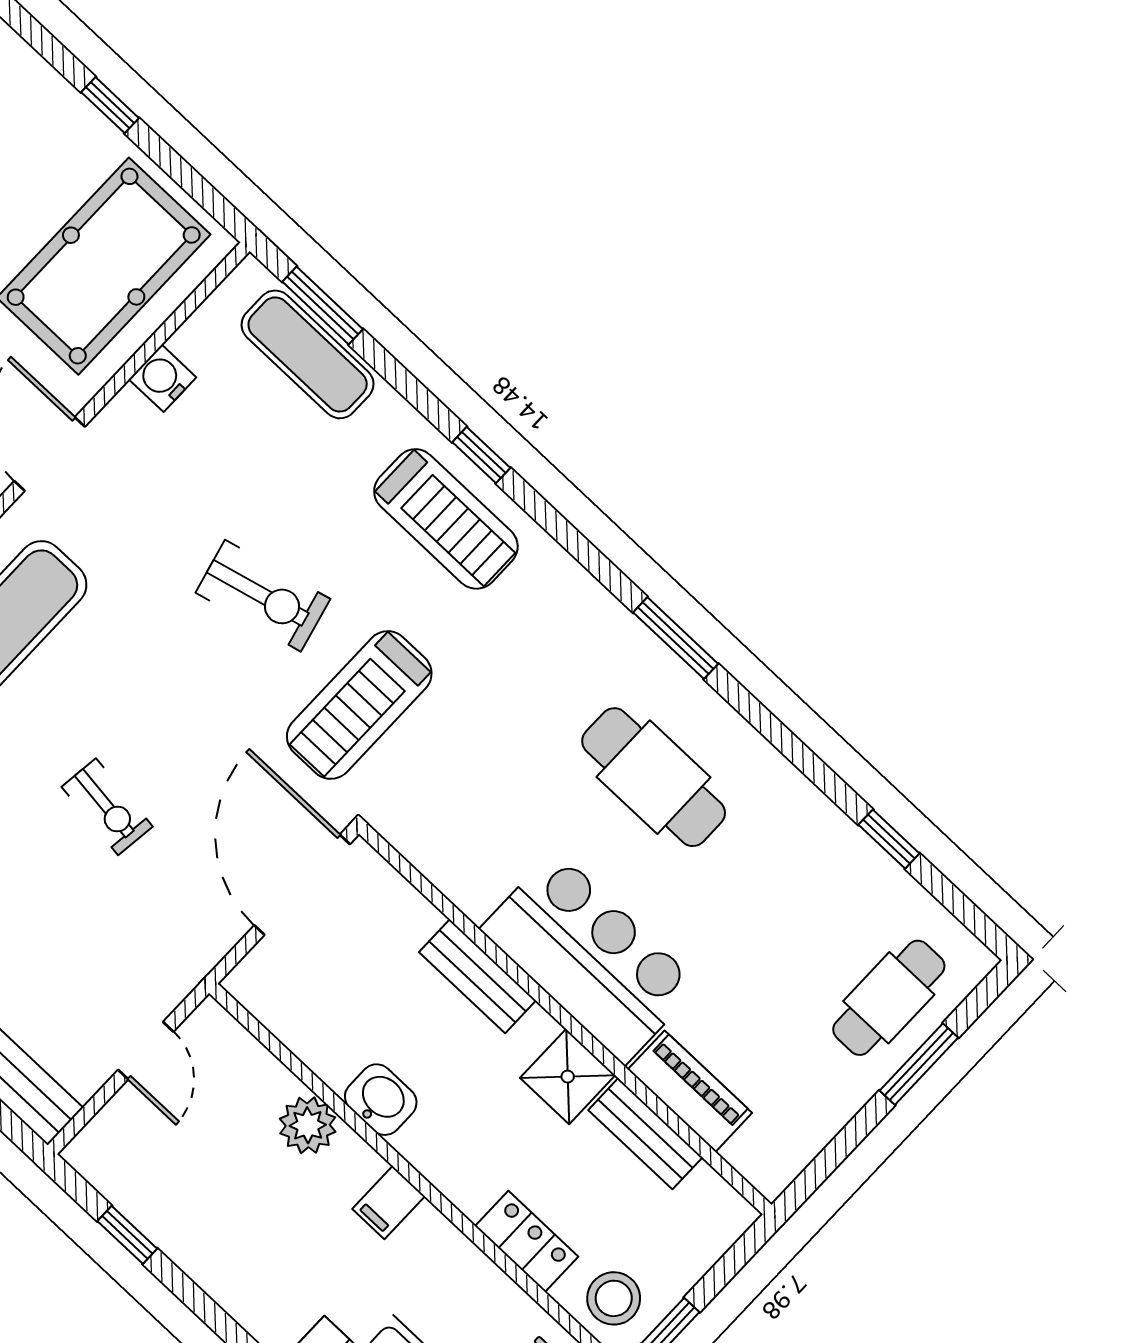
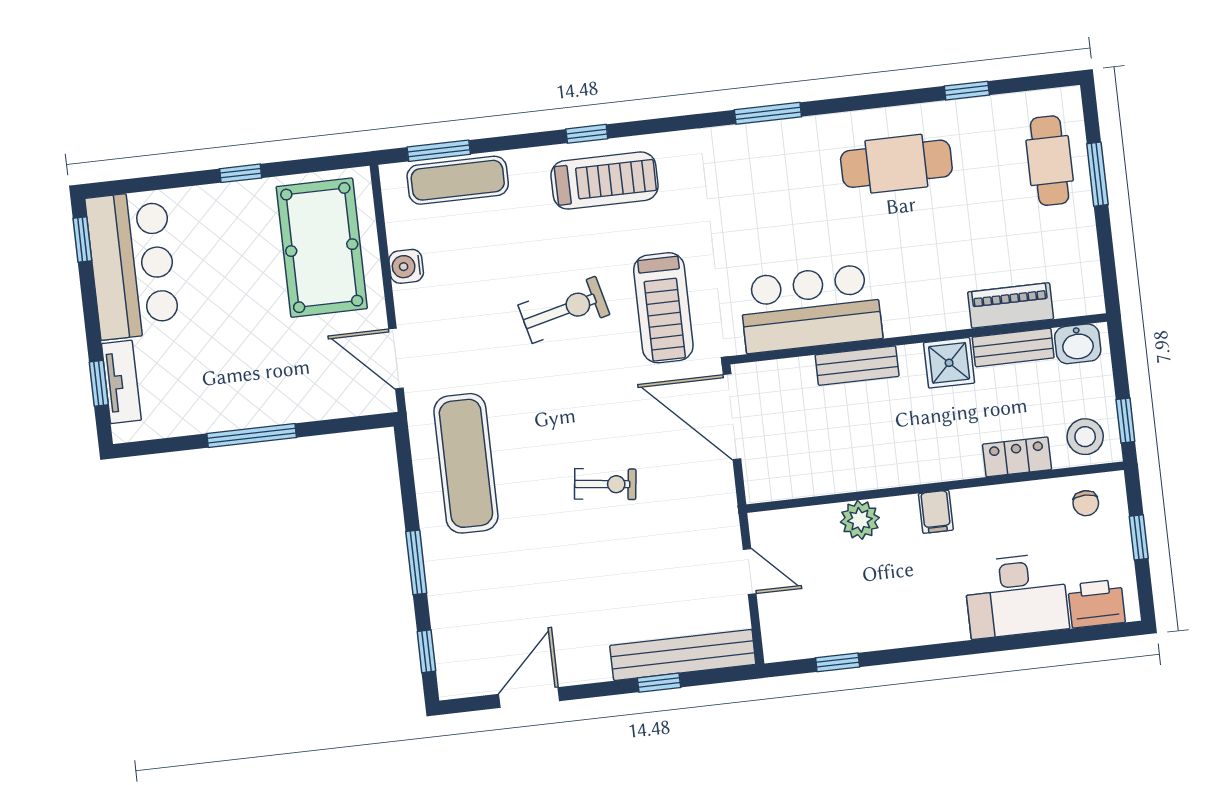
cafe table: (654, 777) -> (896, 164), moved
bar counter: (590, 957) -> (811, 308), moved
washbasin: (381, 1100) -> (1078, 344), moved, turned 180

